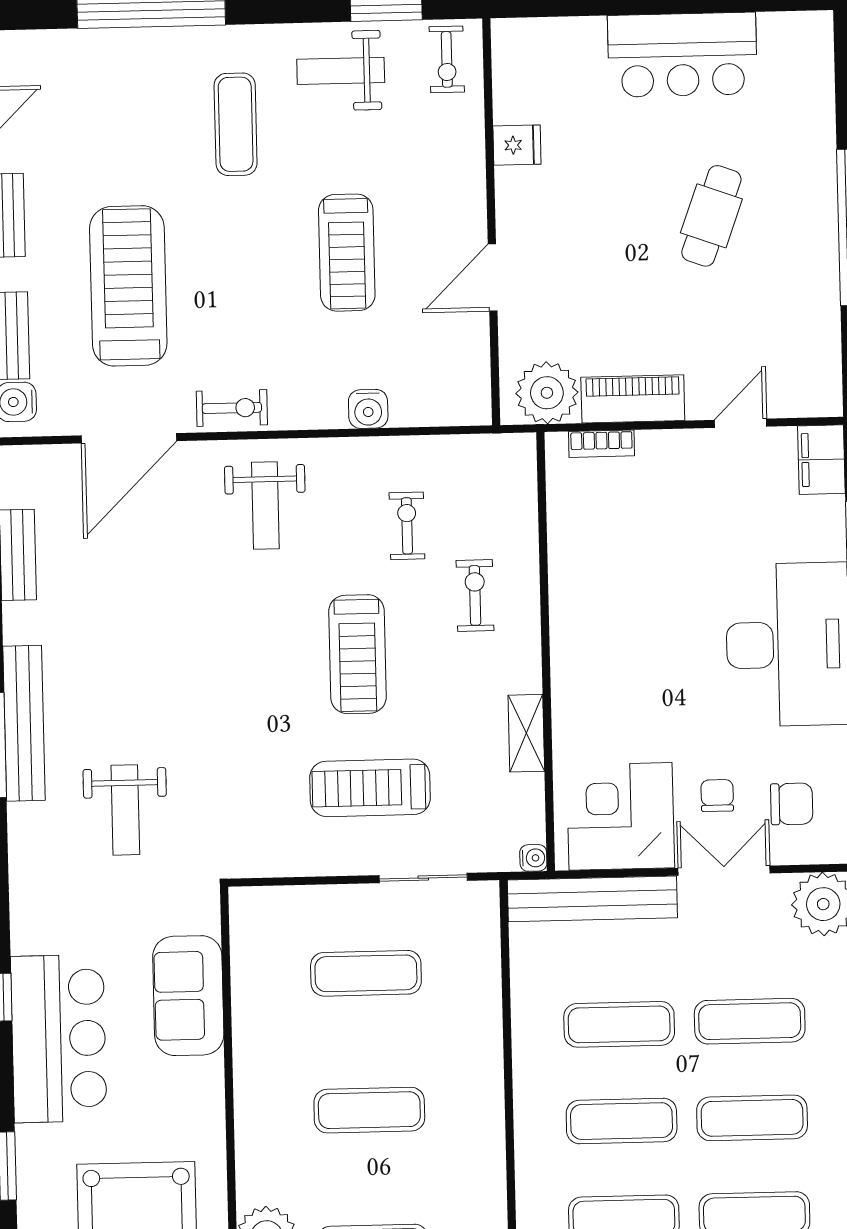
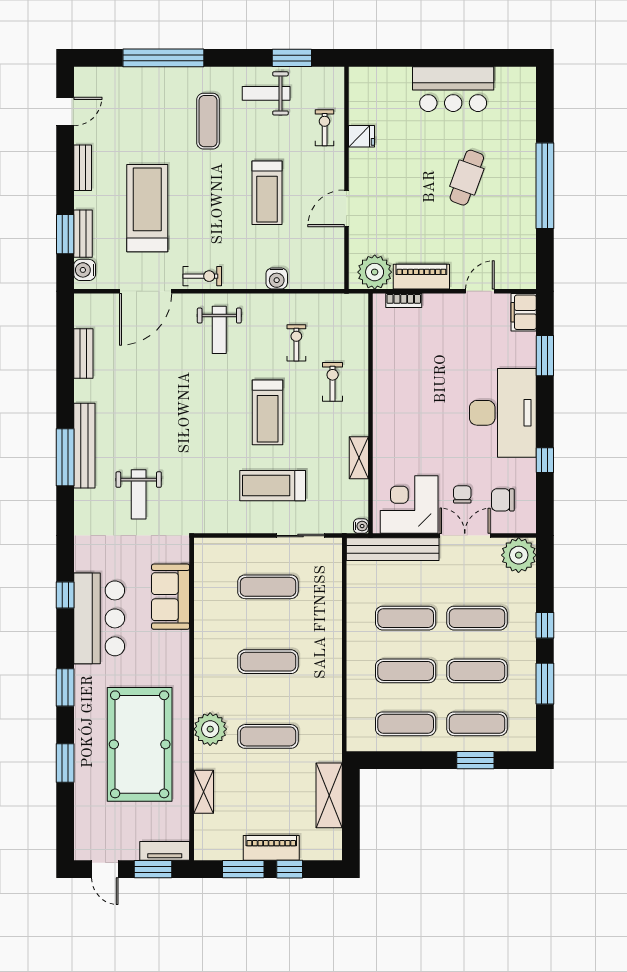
exercise bike: (447, 59) -> (325, 128), moved, turned 180
chair: (792, 804) -> (503, 500), turned 180

